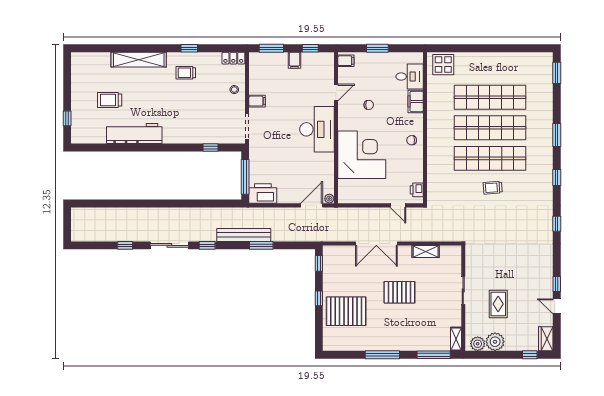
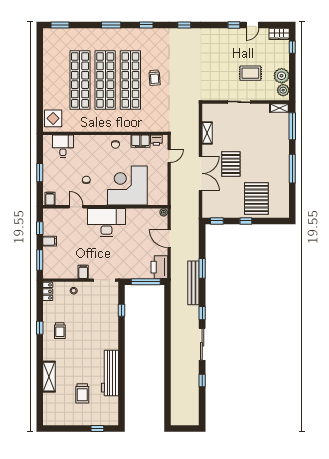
shelving: (139, 60) -> (49, 377), width x0.68
filing cabinet: (416, 101) -> (140, 141), moved
door: (312, 205) -> (169, 239), moved
pallet: (399, 292) -> (231, 164), moved

